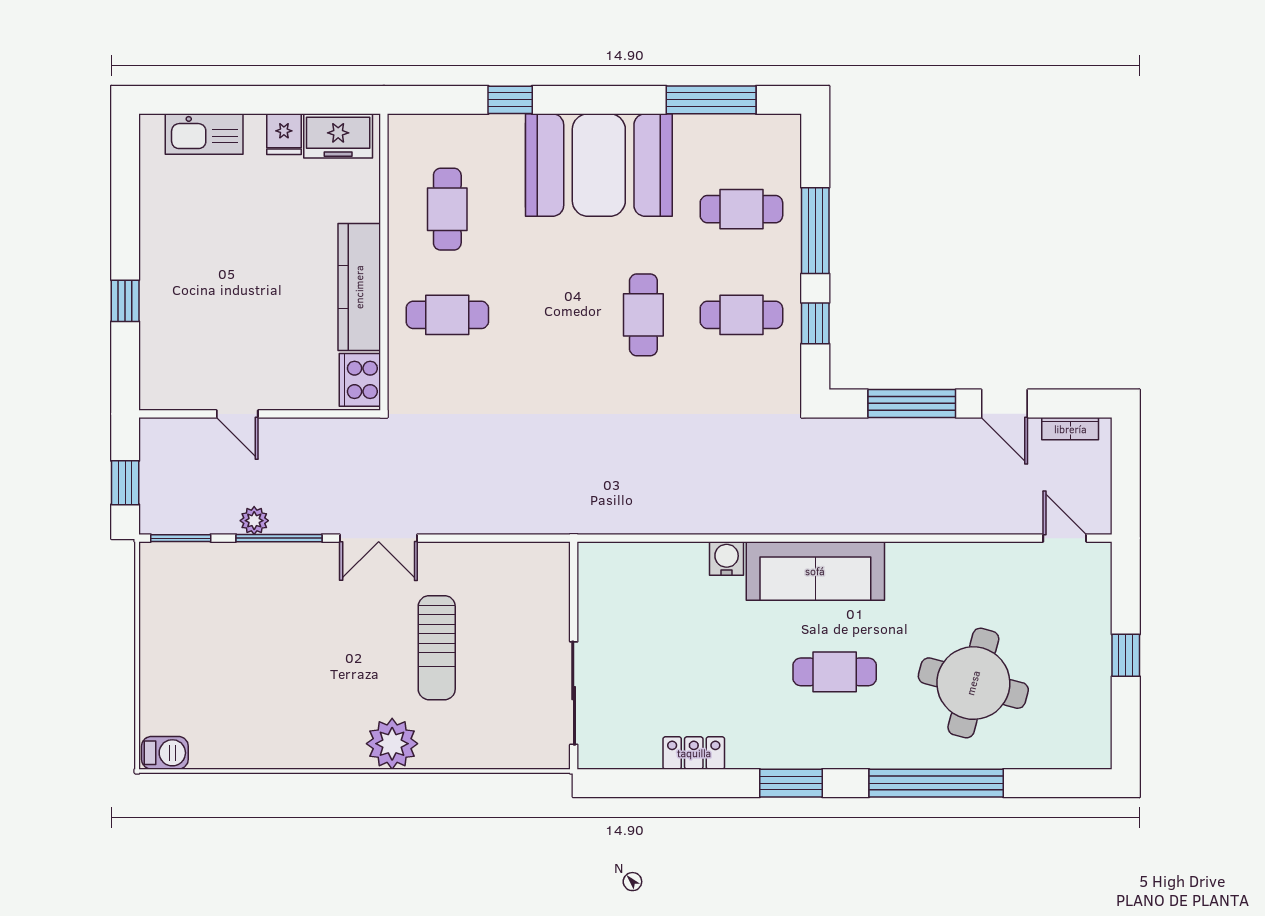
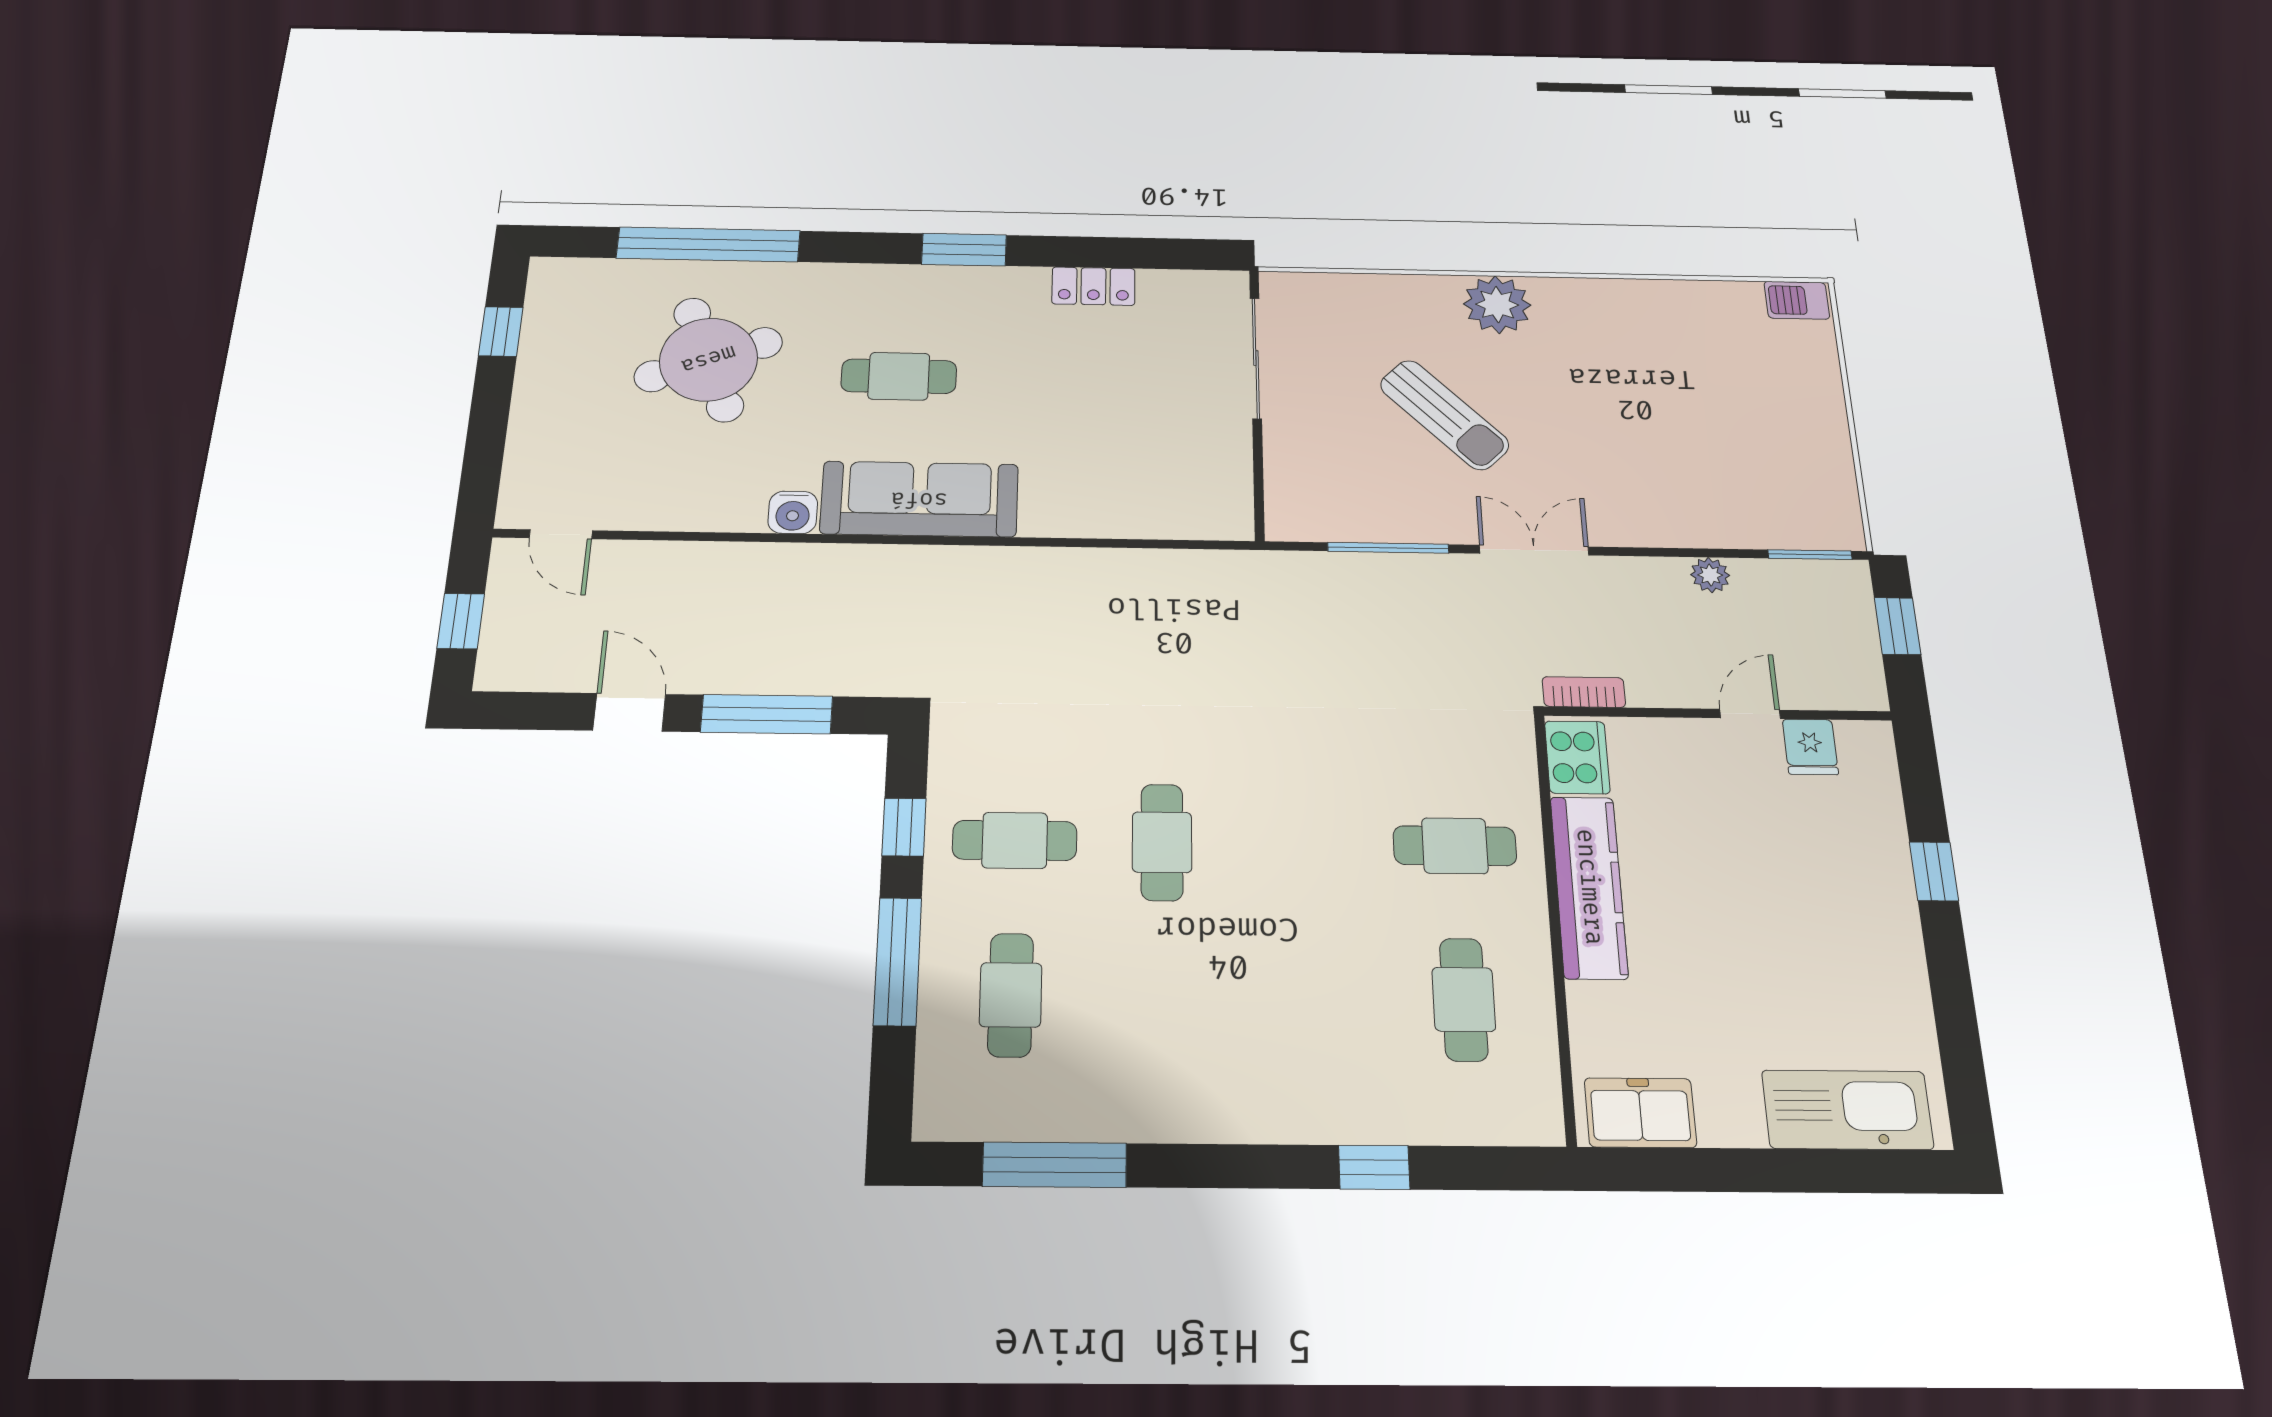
kitchen sink: (204, 134) -> (1847, 1110), width x1.36, depth x1.24
fridge: (284, 134) -> (1810, 747), moved, turned 180
booth: (599, 165) -> (1232, 1064), removed
cafe table: (741, 209) -> (1011, 995), turned 90
door: (237, 414) -> (1750, 714), hinge flipped
bookcase: (1070, 429) -> (1584, 692), moved
window: (1126, 470) -> (461, 621), added
window: (279, 538) -> (1388, 548), moved
water cooler: (727, 558) -> (793, 512), moved
sun lounger: (437, 648) -> (1444, 415), turned 135
window: (1126, 655) -> (501, 332), moved
round table: (973, 683) -> (708, 359), turned -36
window: (936, 783) -> (708, 244), moved

